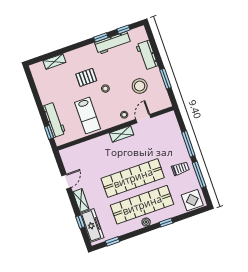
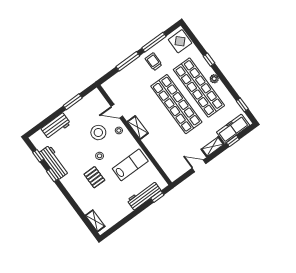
shelving: (54, 62) -> (95, 221), moved
stool: (140, 86) -> (98, 133), moved

